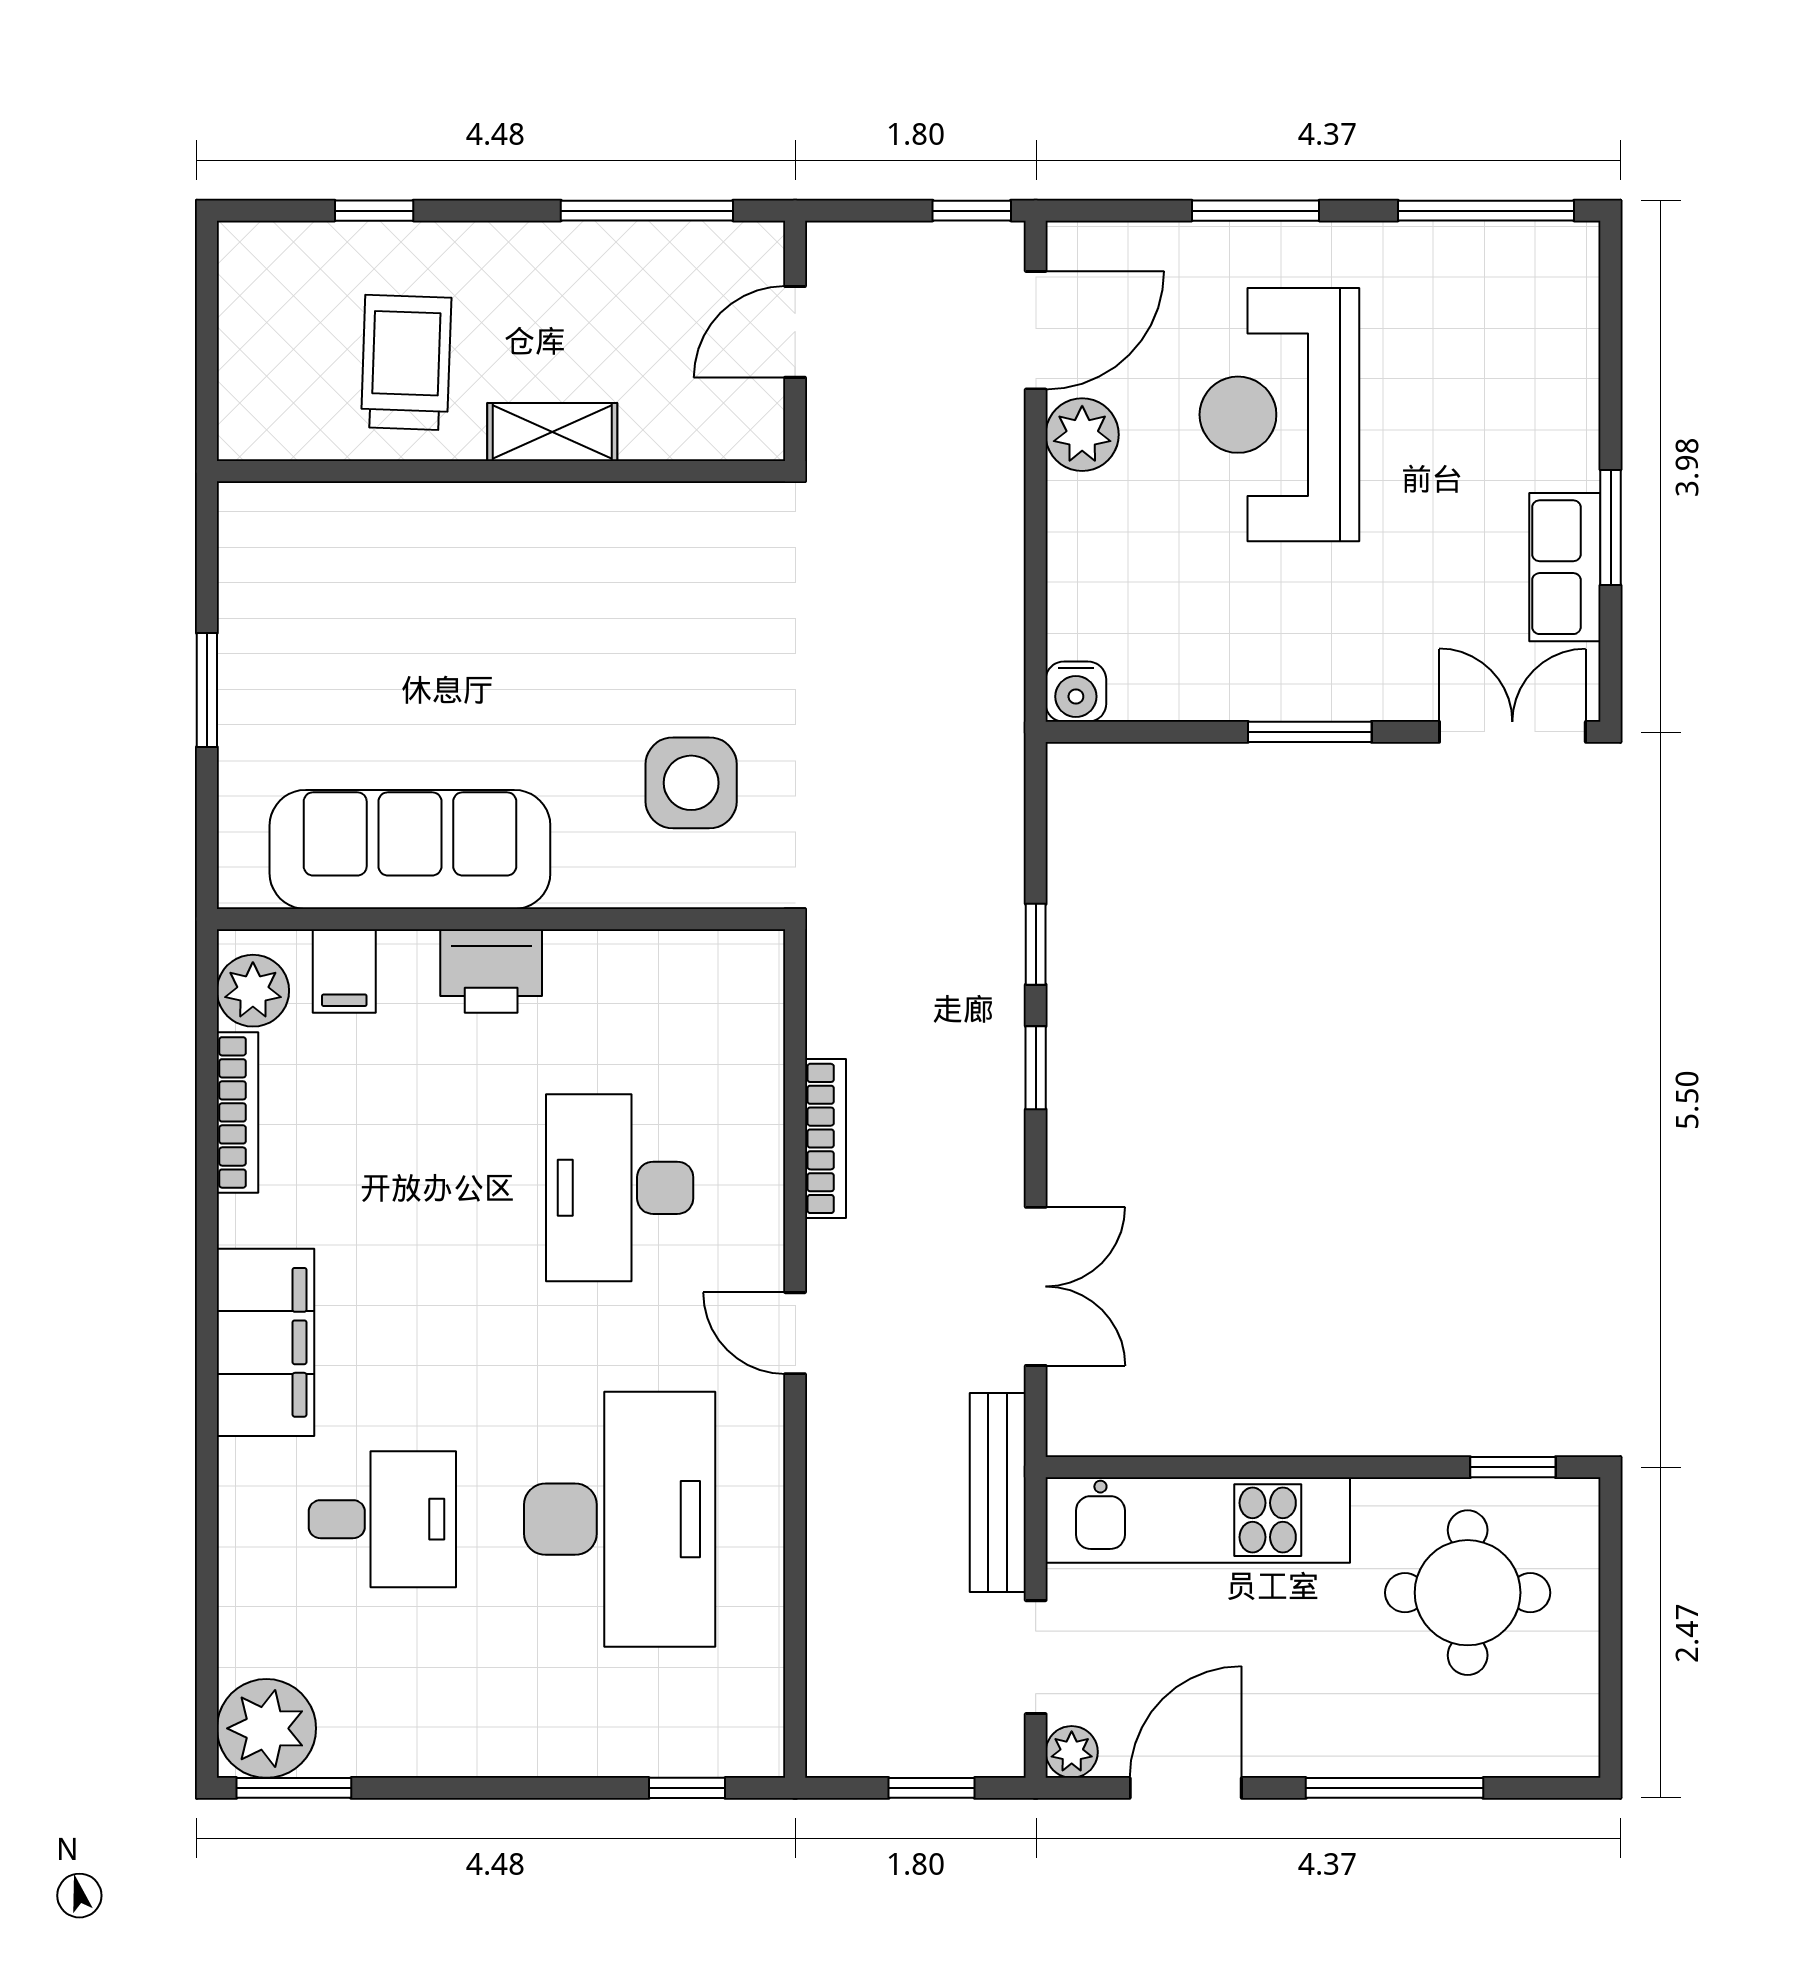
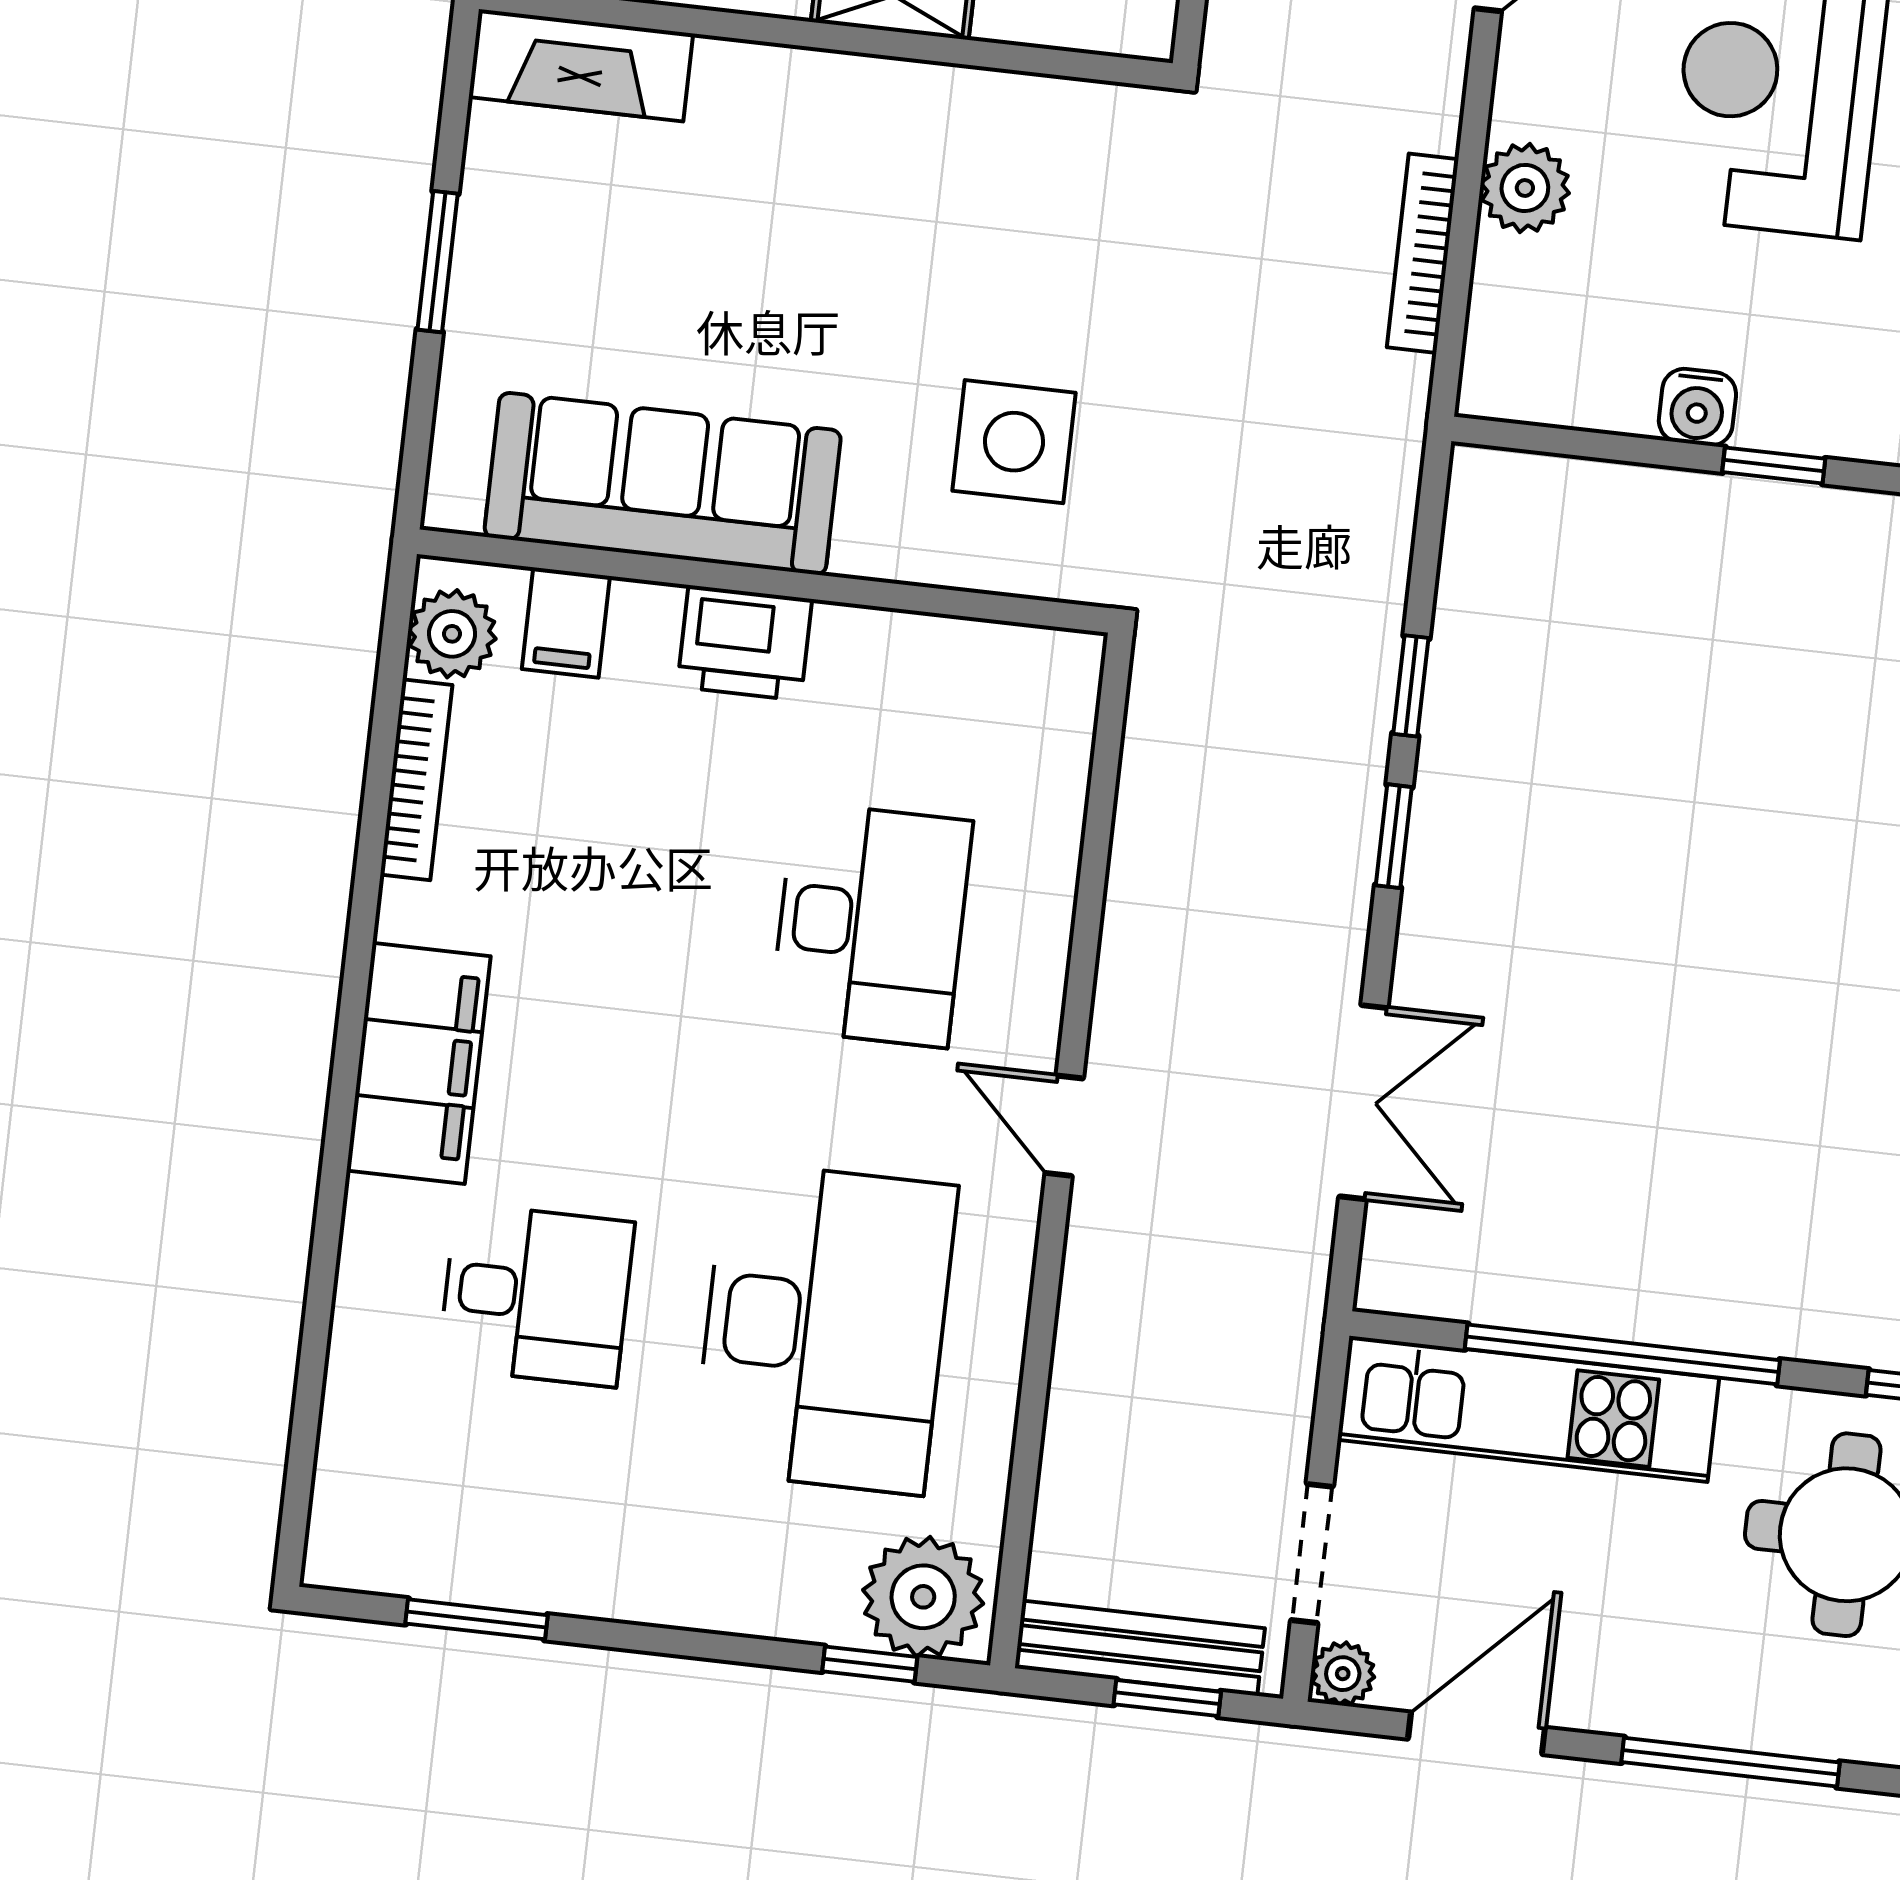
plant: (1082, 435) -> (1525, 188), moved
fireplace: (305, 517) -> (581, 65), added
water cooler: (1076, 692) -> (1697, 407), moved
window: (1310, 732) -> (1774, 465), width x0.67
bookcase: (825, 1138) -> (1423, 253), moved, turned 180
desk: (620, 1188) -> (871, 925), turned 180
window: (1269, 1467) -> (1622, 1354), added
bench: (998, 1492) -> (1140, 1648), moved, turned 90
plant: (266, 1728) -> (923, 1597), moved
window: (294, 1788) -> (477, 1619), moved

